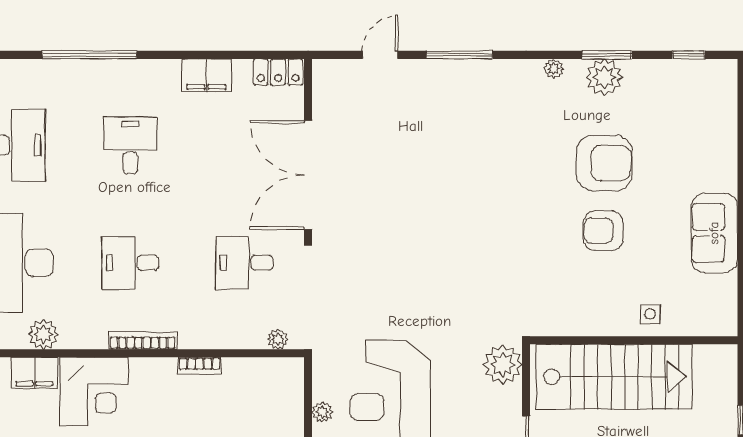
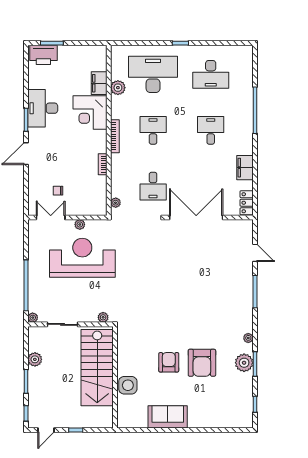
desk: (130, 145) -> (211, 130), turned -90
desk: (244, 263) -> (153, 186), turned 180
side table: (650, 314) -> (128, 385), width x1.87, depth x1.87
plant: (503, 365) -> (103, 317), width x0.53, depth x0.53

